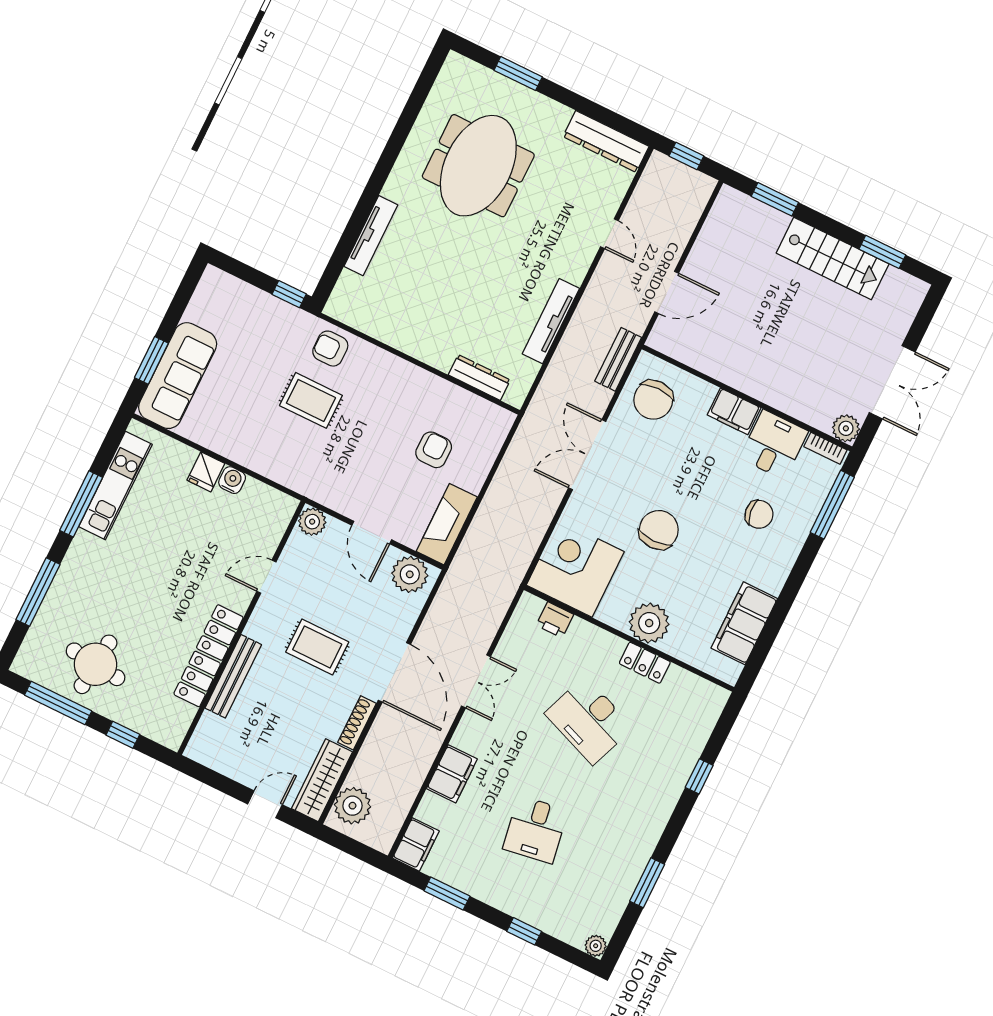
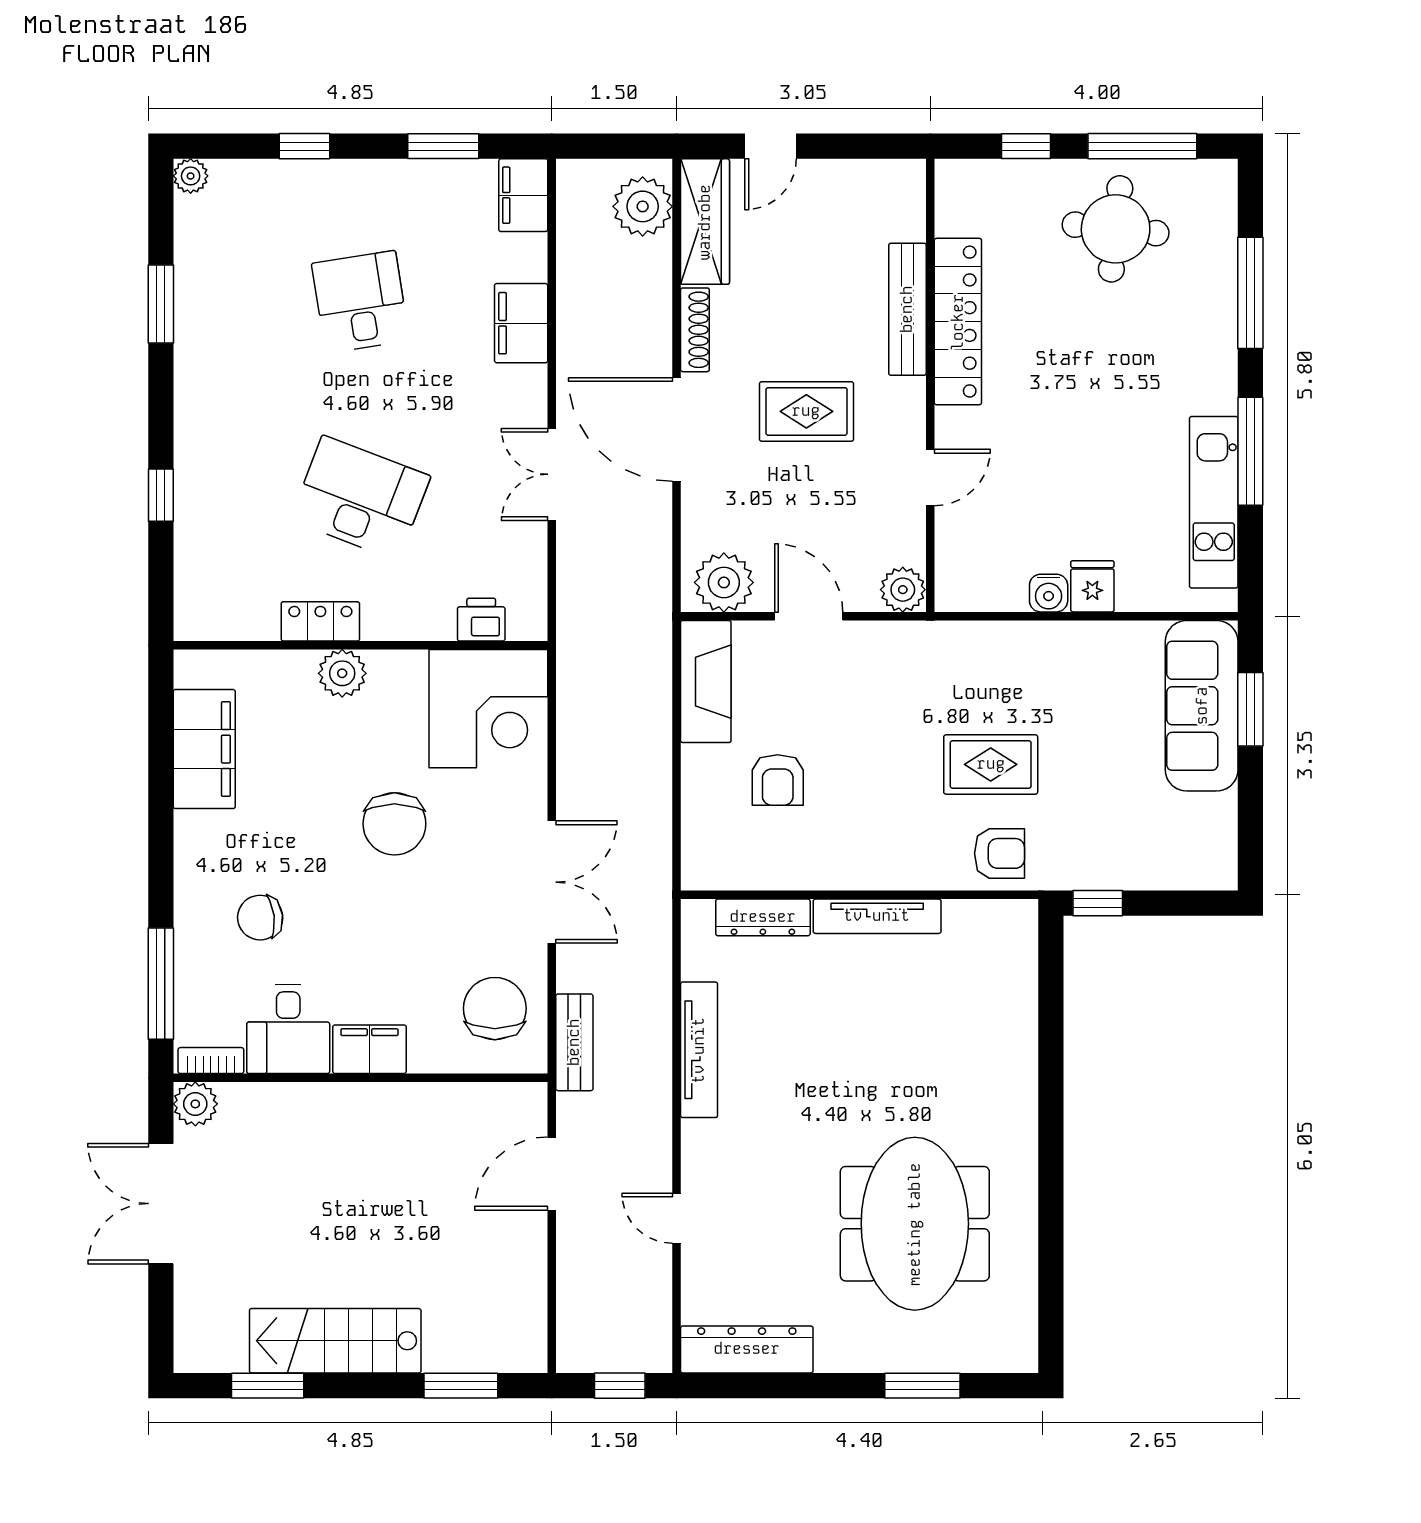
tv unit: (371, 236) -> (877, 916), moved, turned -90
plant: (649, 623) -> (342, 673), width x0.73, depth x0.73

